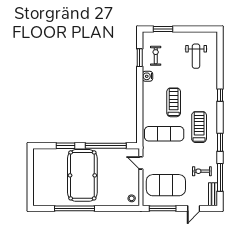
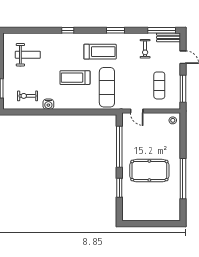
window: (140, 58) -> (29, 112), removed
treadmill: (199, 127) -> (100, 52), turned 180
door: (141, 163) -> (137, 111), hinge flipped
pool table: (82, 175) -> (149, 171), width x0.73, depth x0.76
window: (220, 177) -> (162, 30), moved
exercise mat: (166, 185) -> (159, 85), width x0.50, depth x0.69

